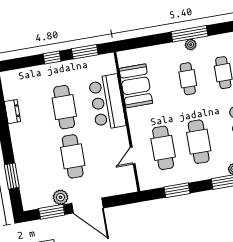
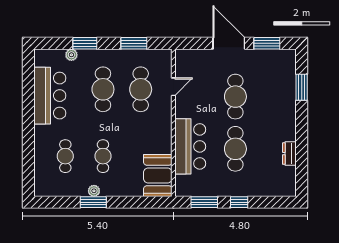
window: (189, 34) -> (93, 202), width x0.69
booth: (136, 86) -> (158, 175), moved
plant: (61, 197) -> (255, 57), removed

